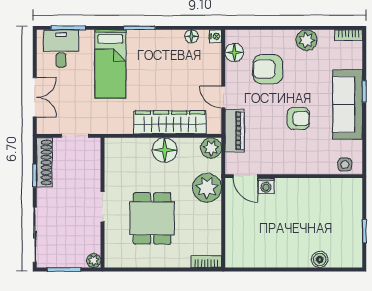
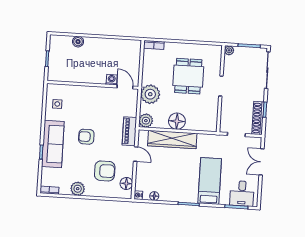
door: (245, 176) -> (125, 87), moved
wall: (294, 176) -> (93, 85), moved
washing machine: (266, 186) -> (112, 80), moved

